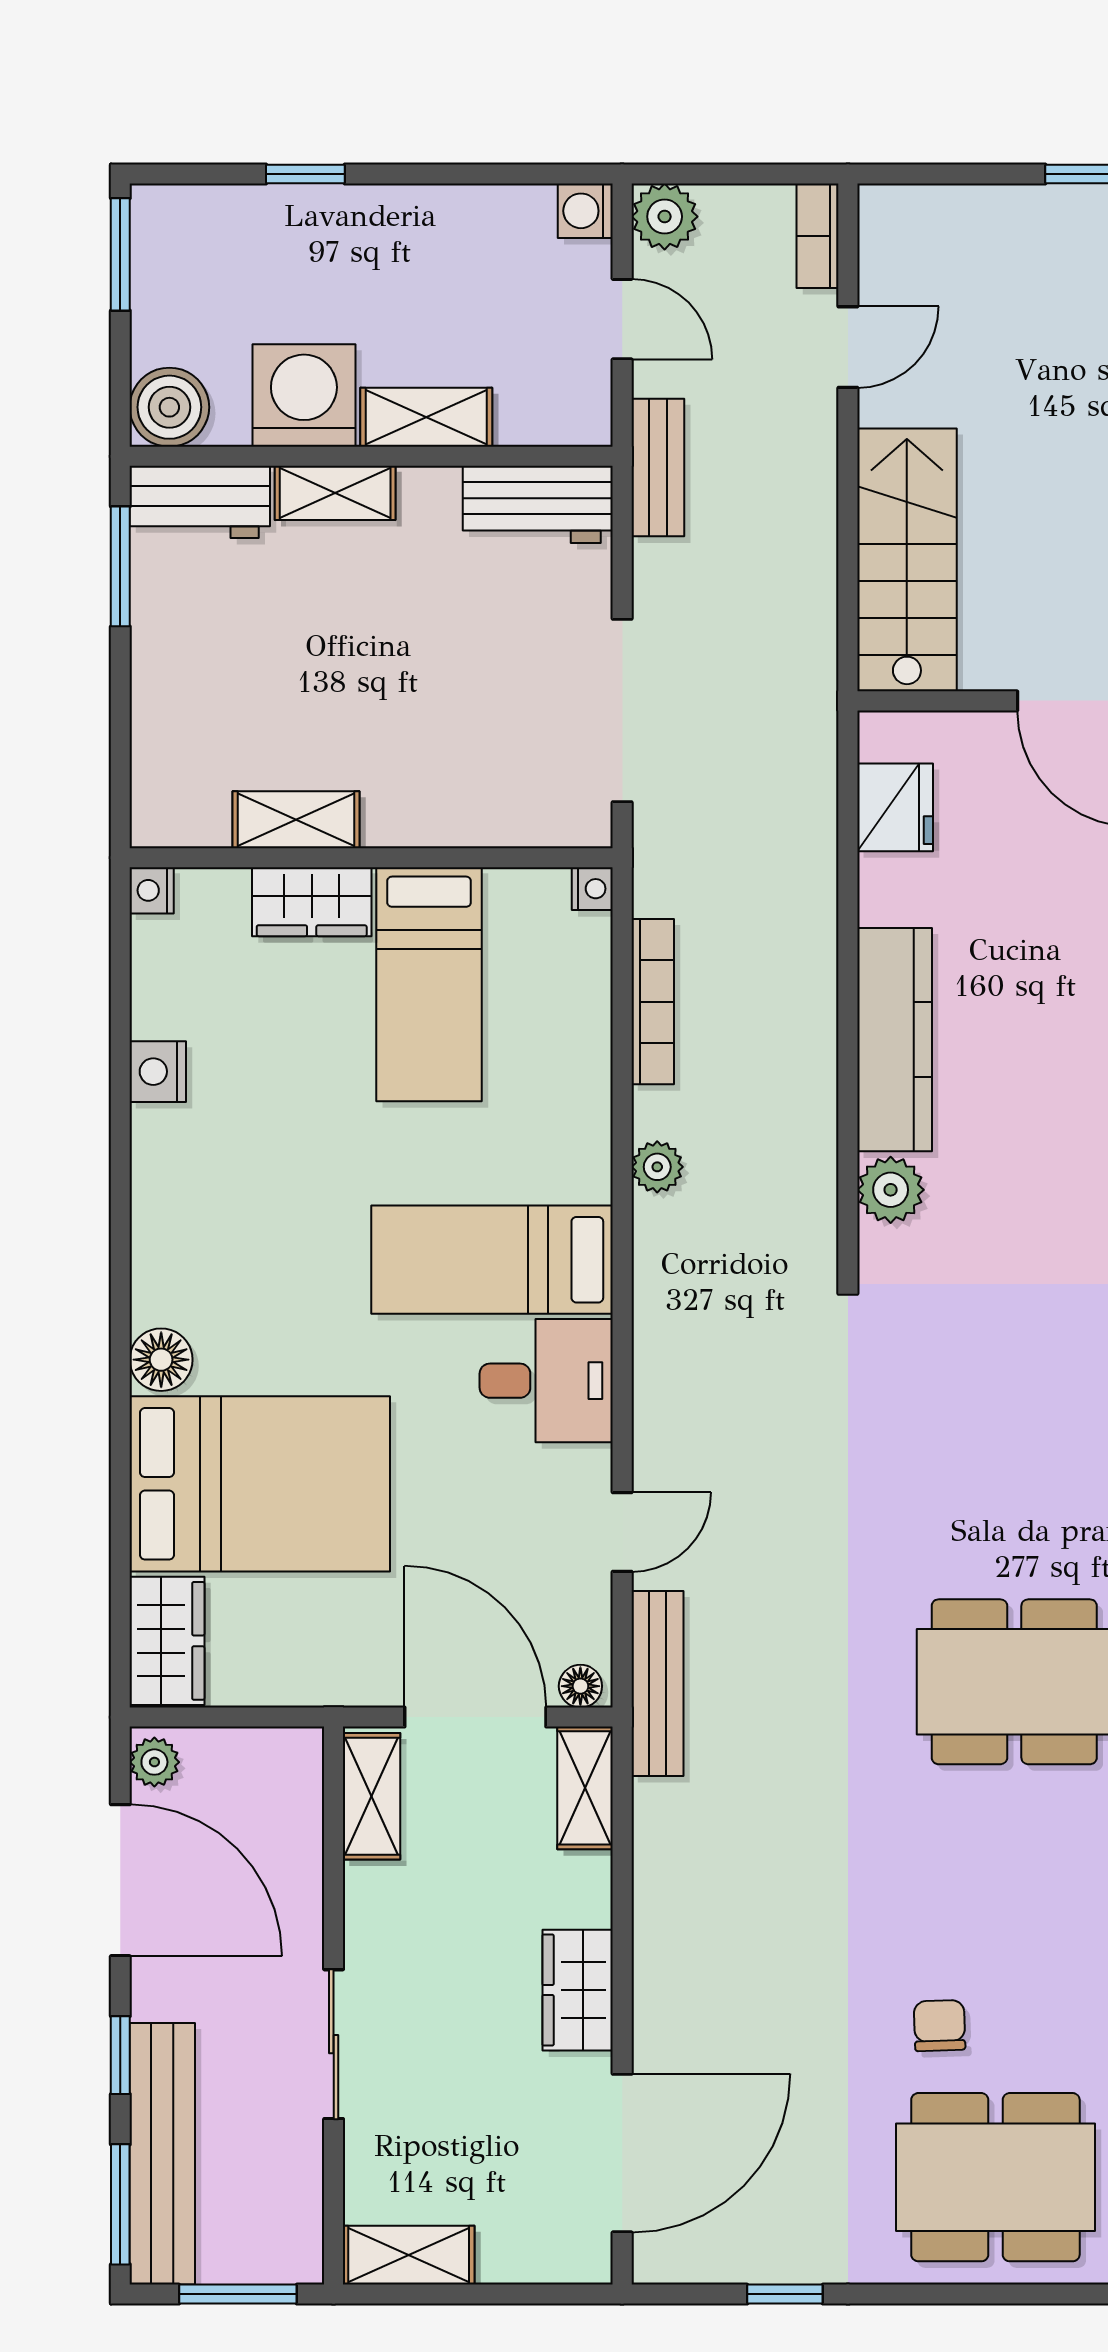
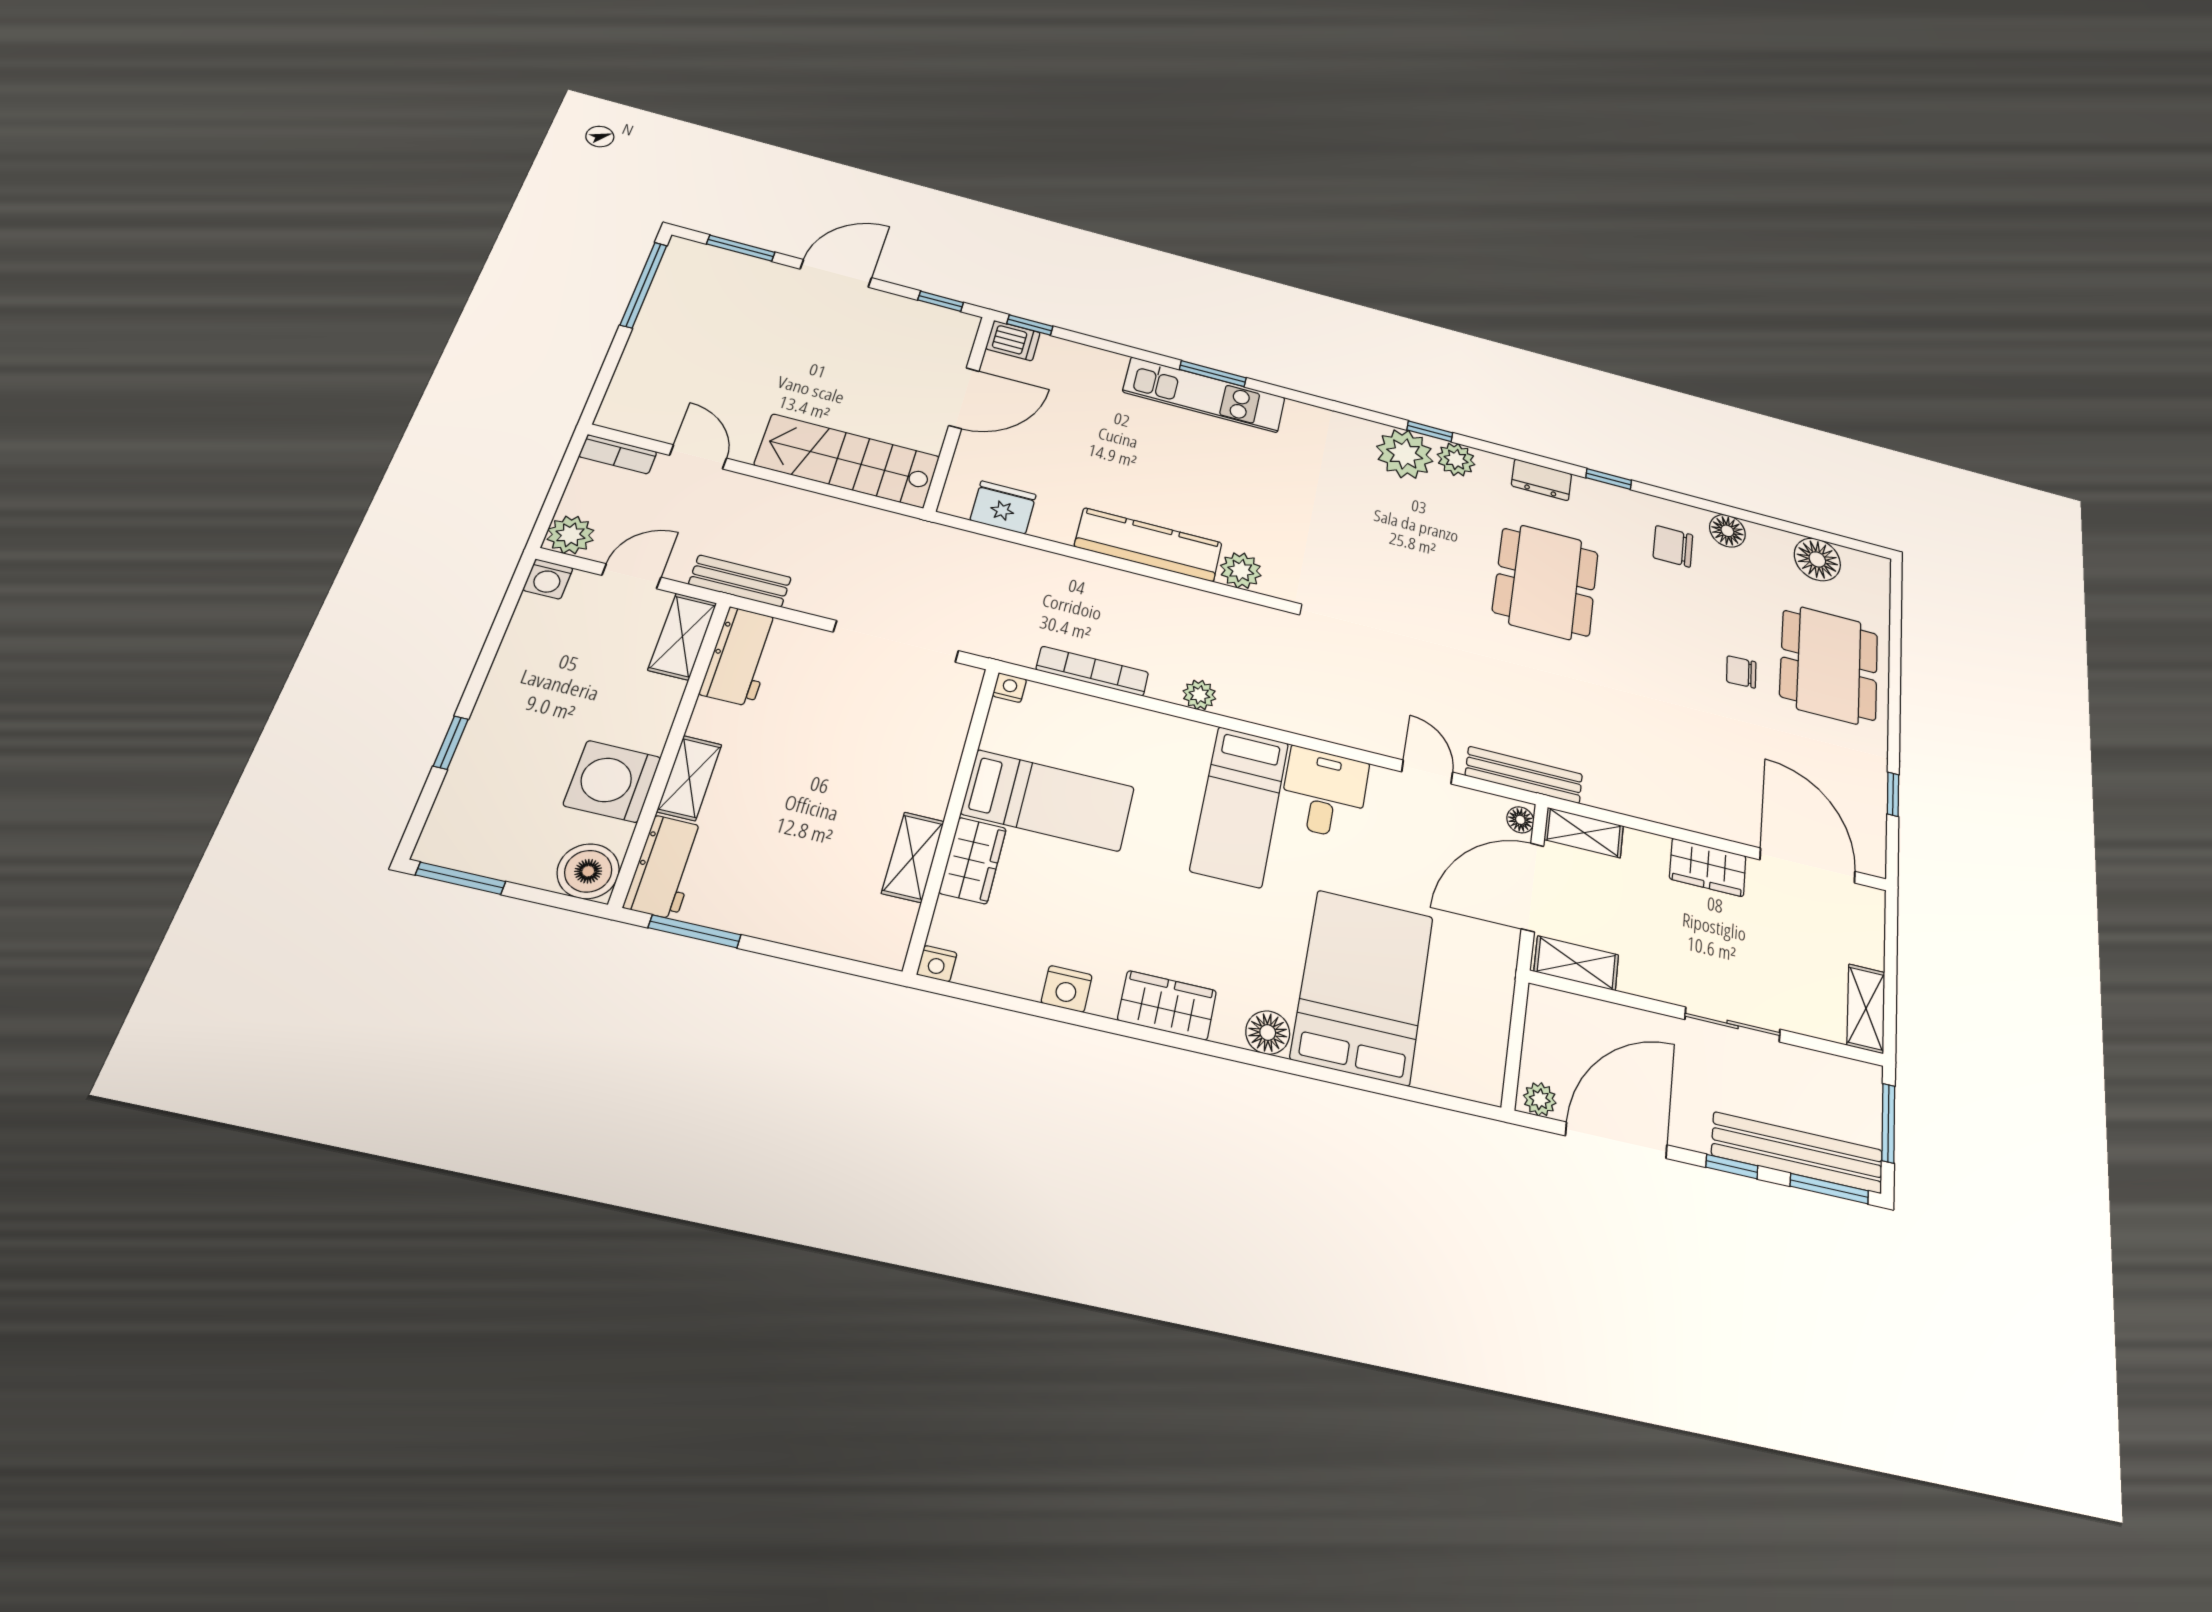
shelving: (426, 417) -> (682, 636), moved
wardrobe: (167, 1641) -> (1167, 1005), moved

